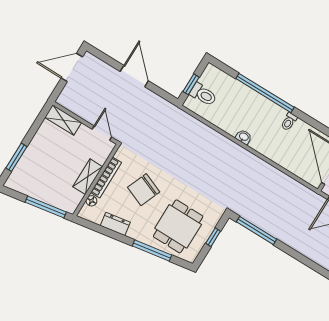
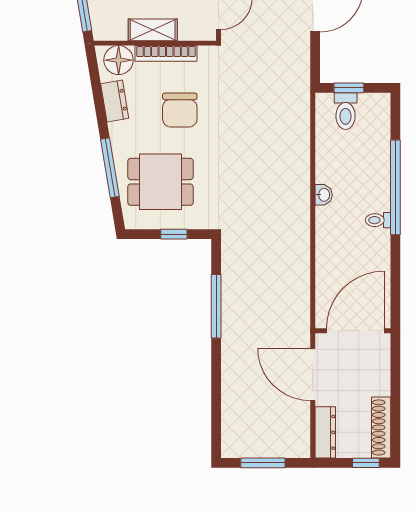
toilet: (289, 122) -> (378, 220), moved
chair: (144, 190) -> (180, 110), turned -112
floor lamp: (91, 201) -> (119, 60), width x1.89, depth x1.89
window: (257, 230) -> (216, 306), moved

